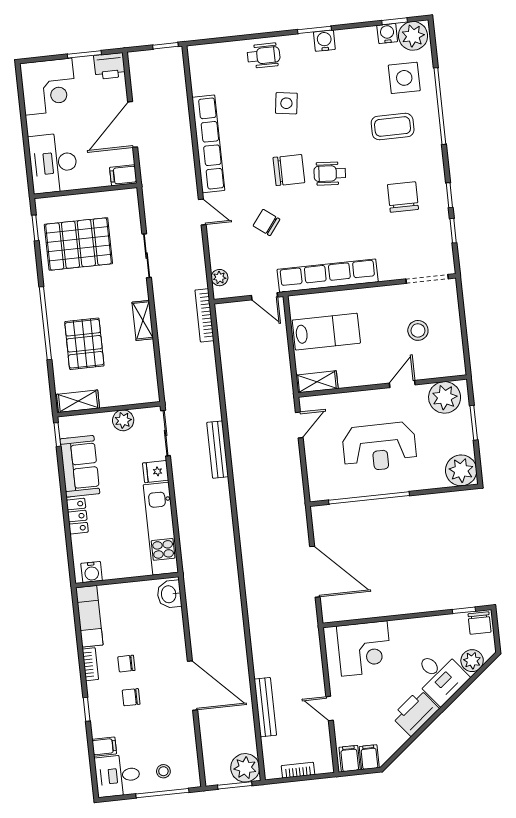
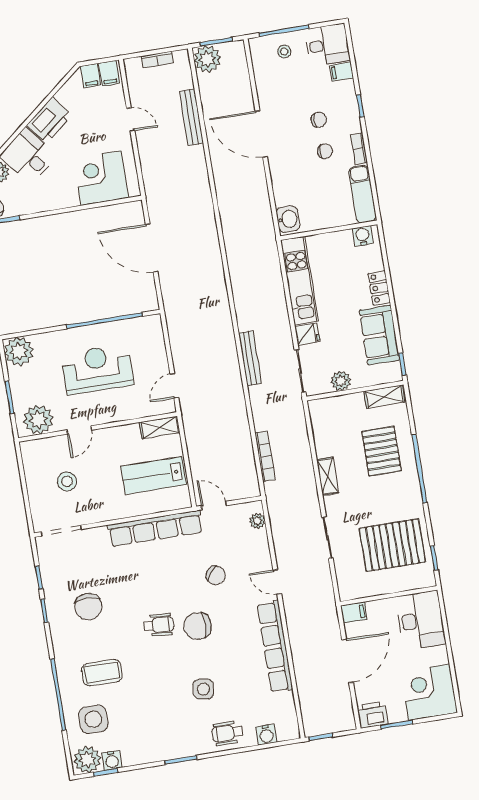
water cooler: (324, 41) -> (266, 735), moved
bookcase: (204, 315) -> (265, 456), moved

